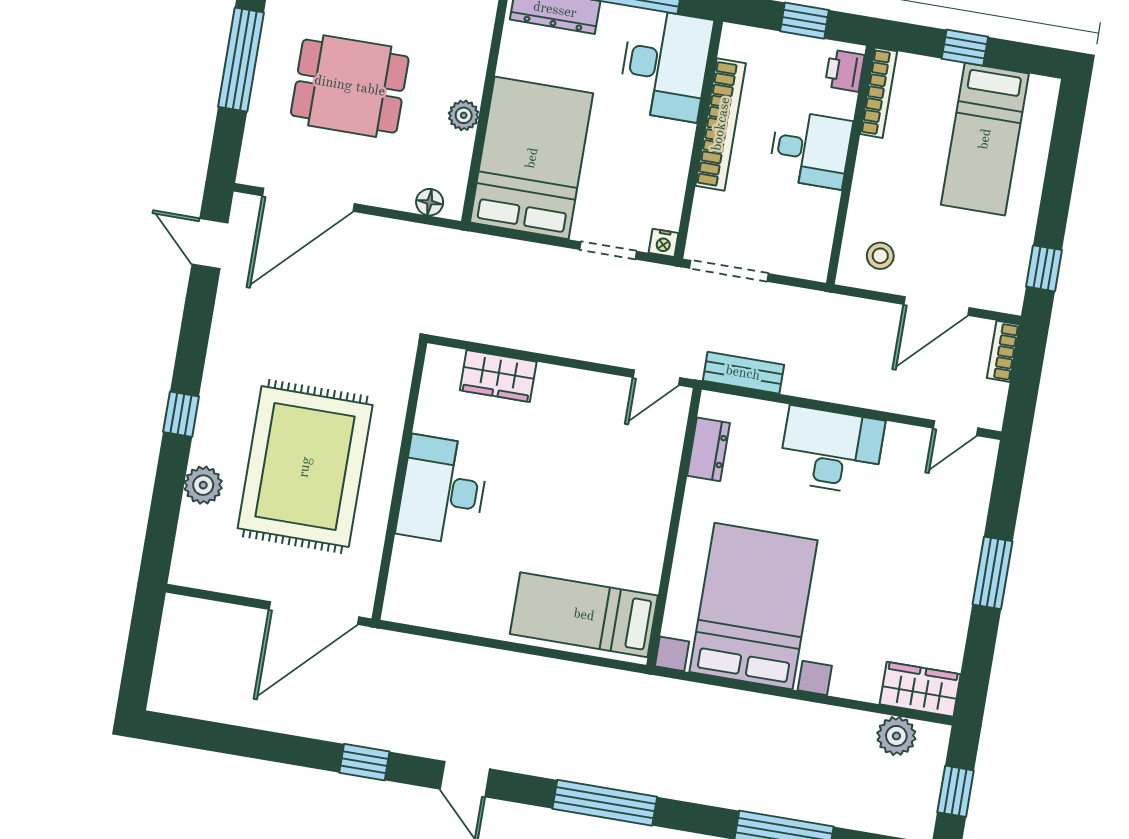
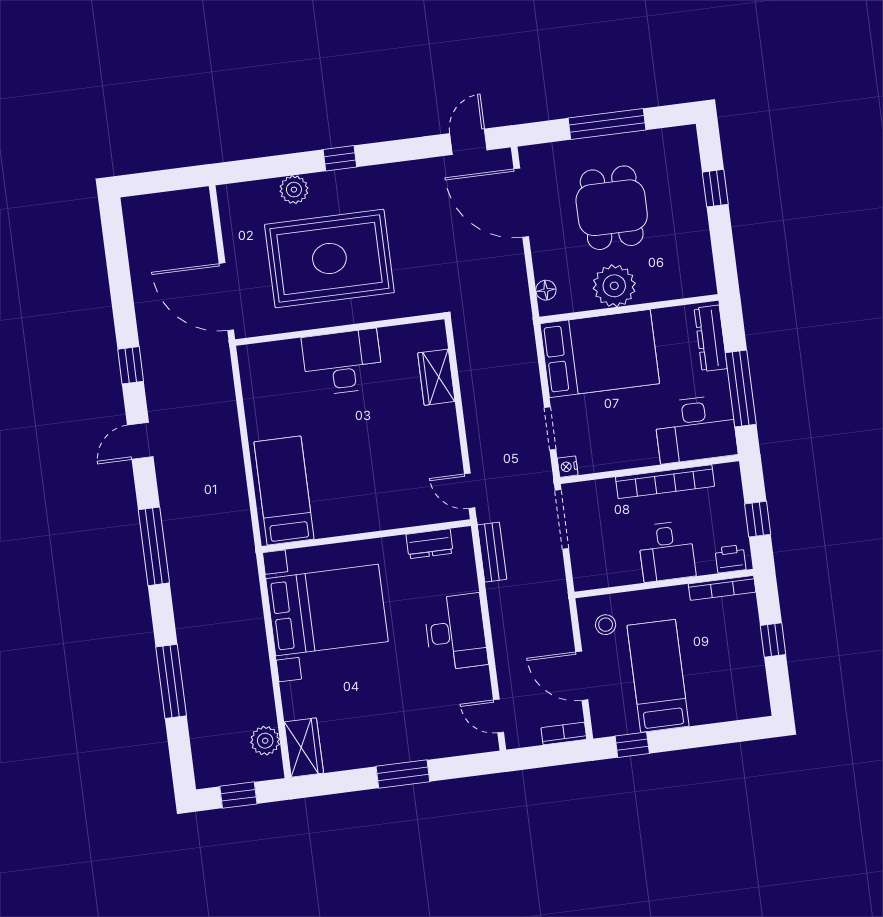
plant: (464, 115) -> (614, 286), width x1.88, depth x1.88
bed: (985, 139) -> (658, 676), moved, turned 90

